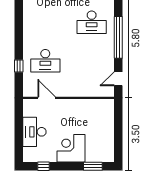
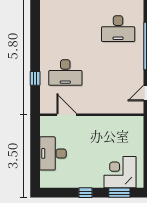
corner desk: (71, 148) -> (120, 172), moved
window: (43, 166) -> (86, 193), moved

